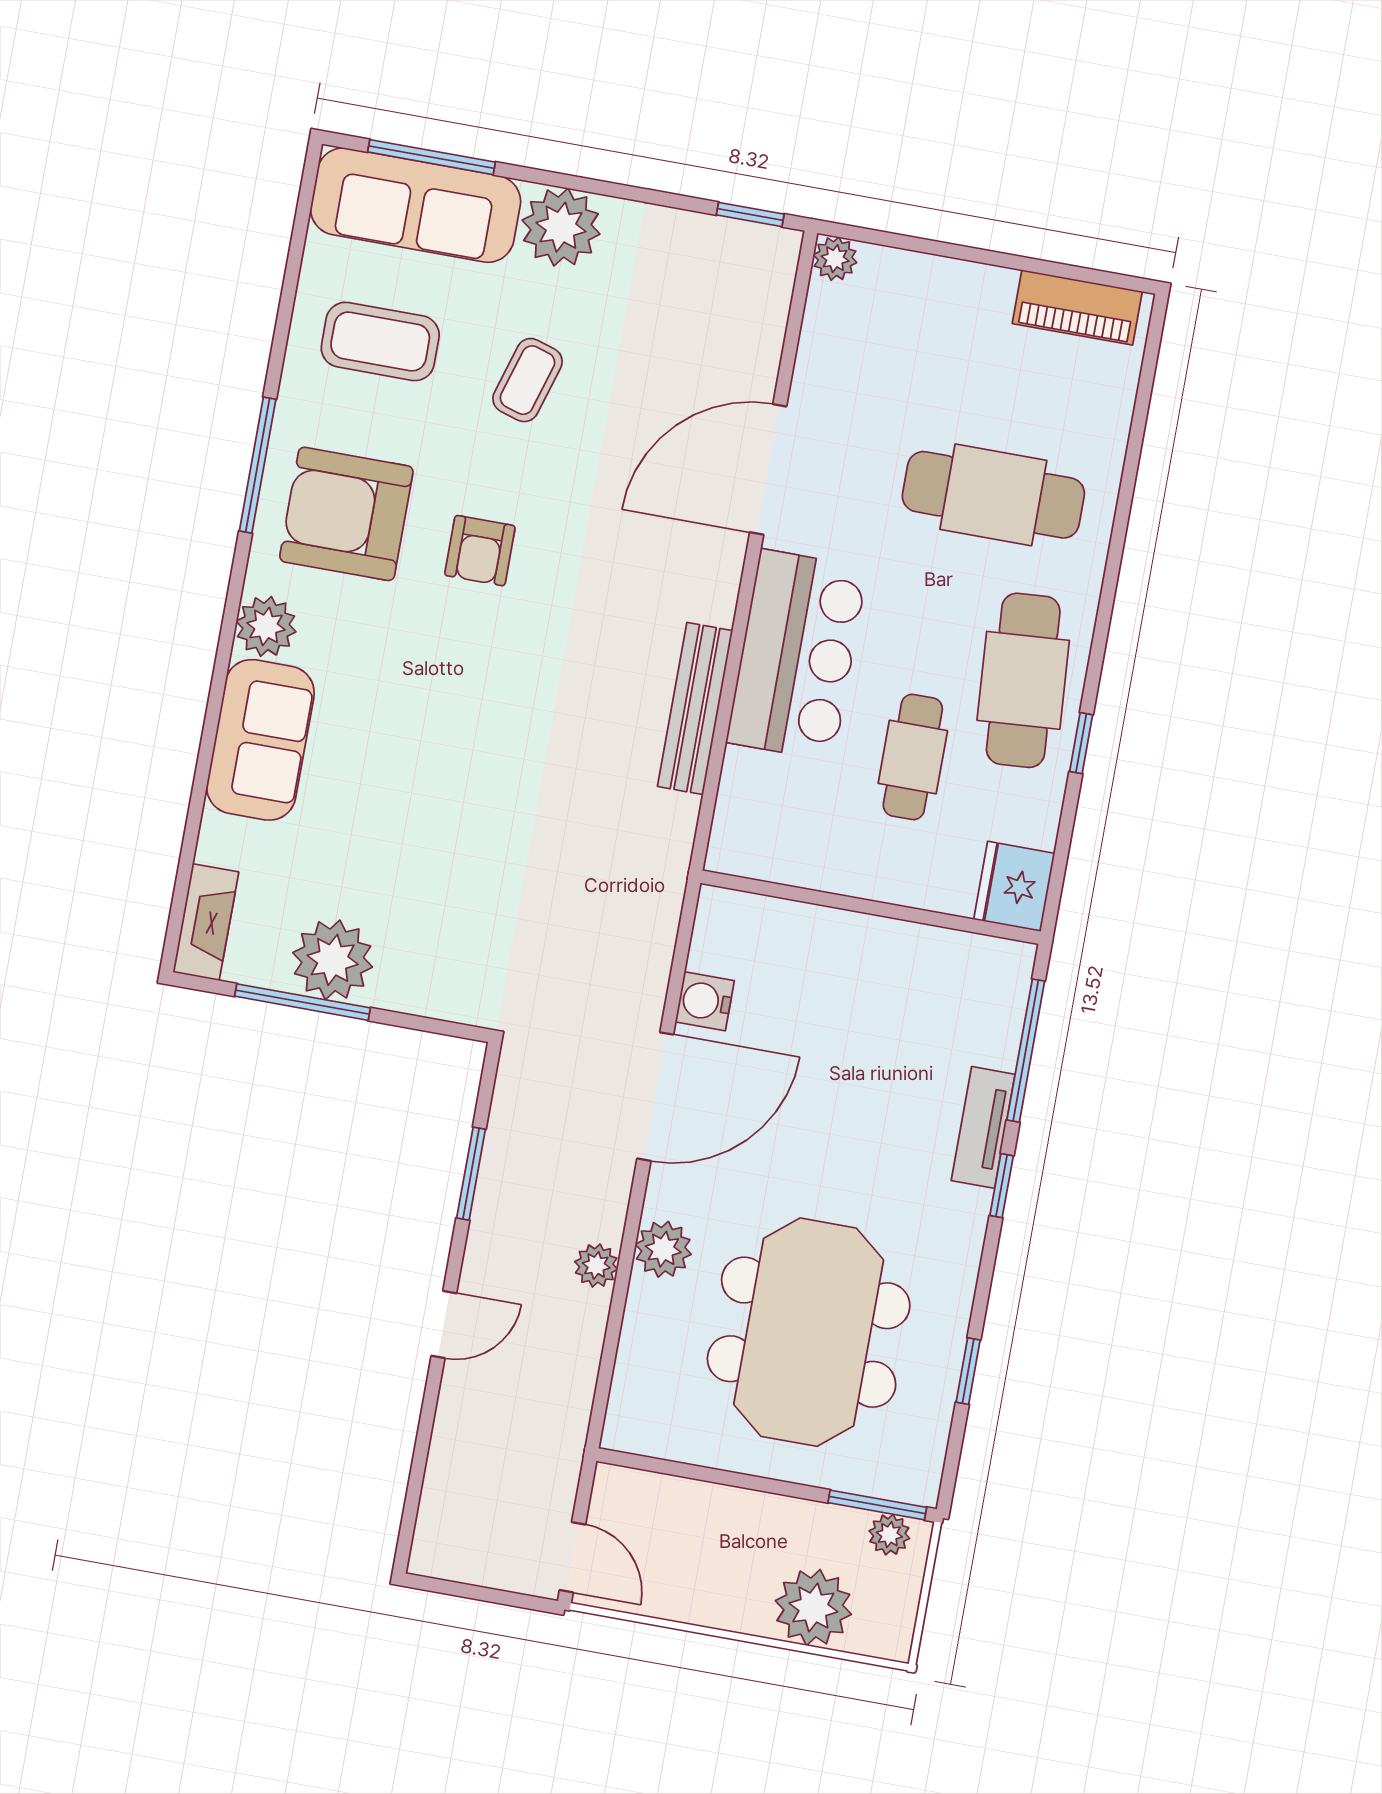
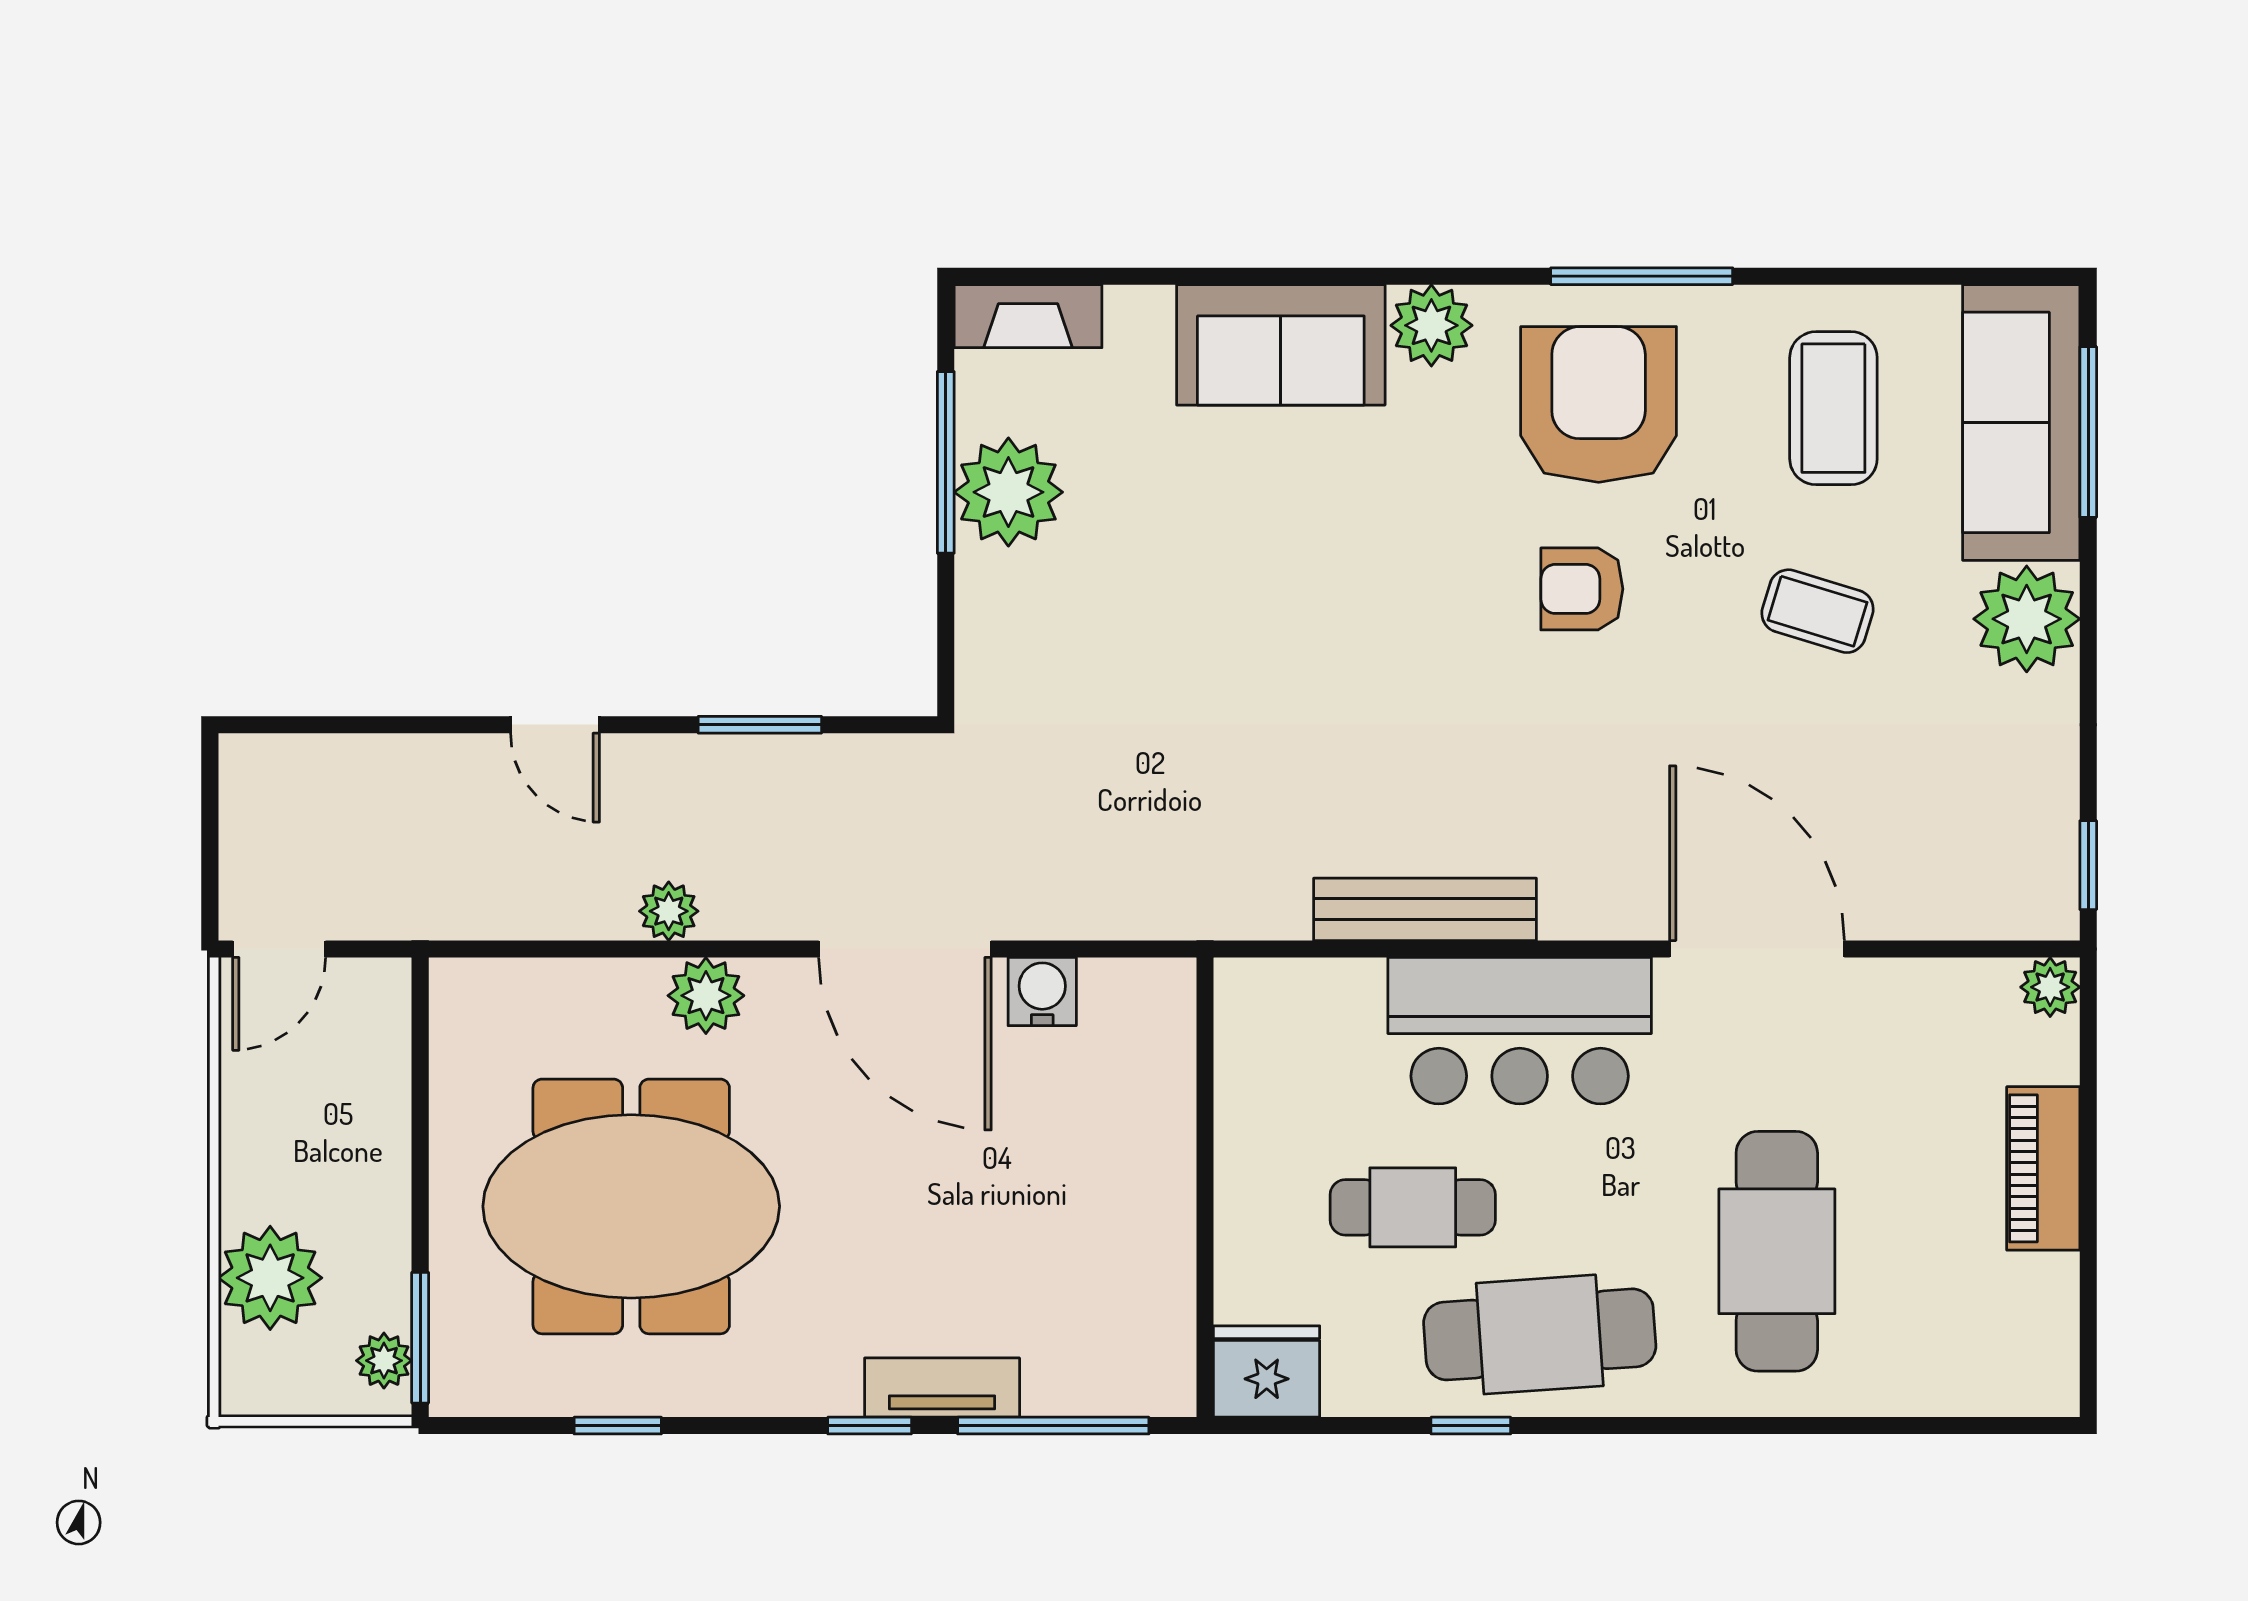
piano: (1077, 307) -> (2043, 1168), moved

